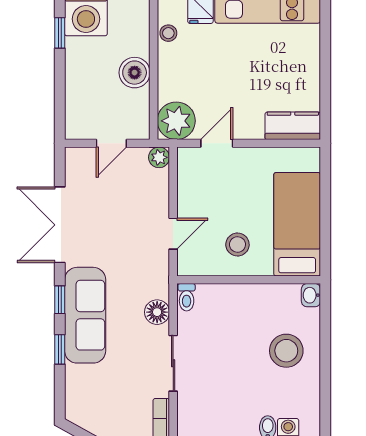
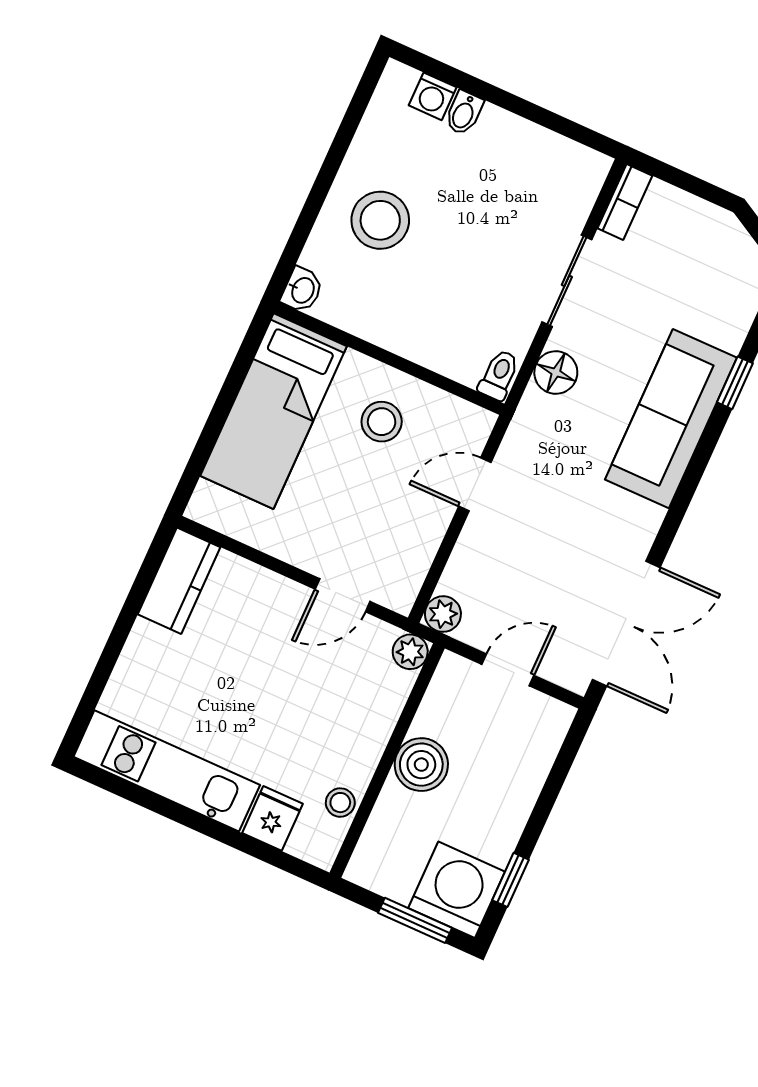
plant: (176, 121) -> (410, 652), width x0.53, depth x0.53
kitchen counter: (293, 126) -> (179, 581), moved, turned -90
double door: (60, 225) -> (626, 623), moved
window: (60, 300) -> (700, 461), removed

